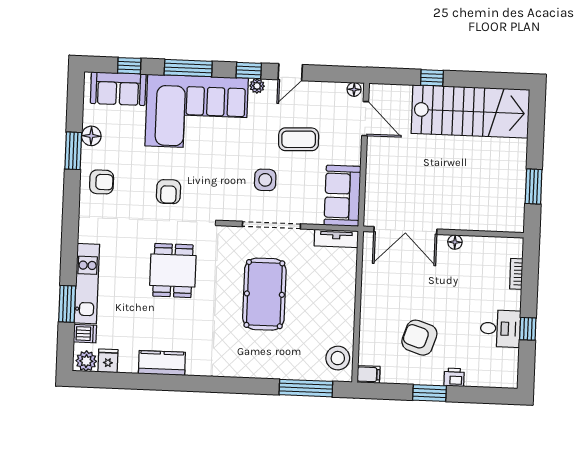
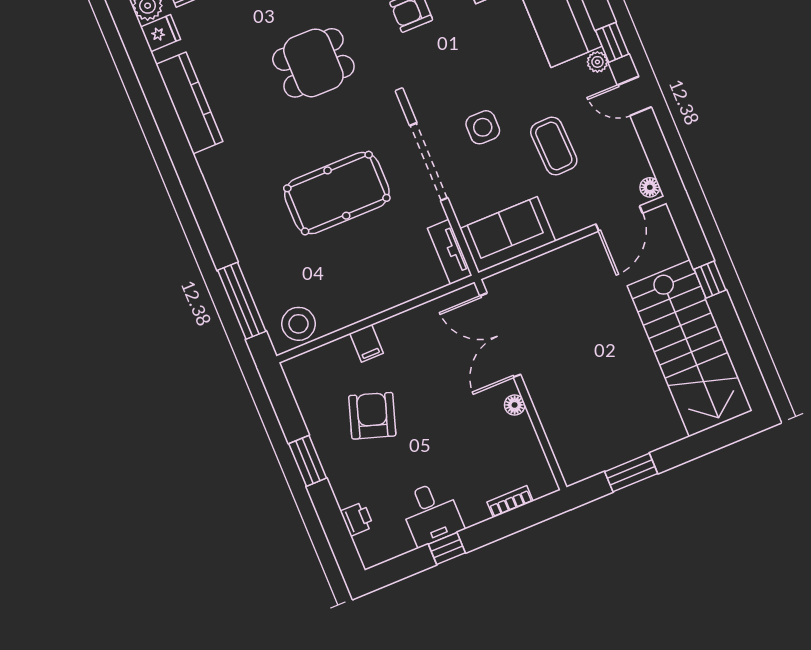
kitchen counter: (162, 363) -> (189, 103), width x1.50
filing cabinet: (368, 374) -> (367, 343), moved
printer: (454, 377) -> (357, 519), moved

